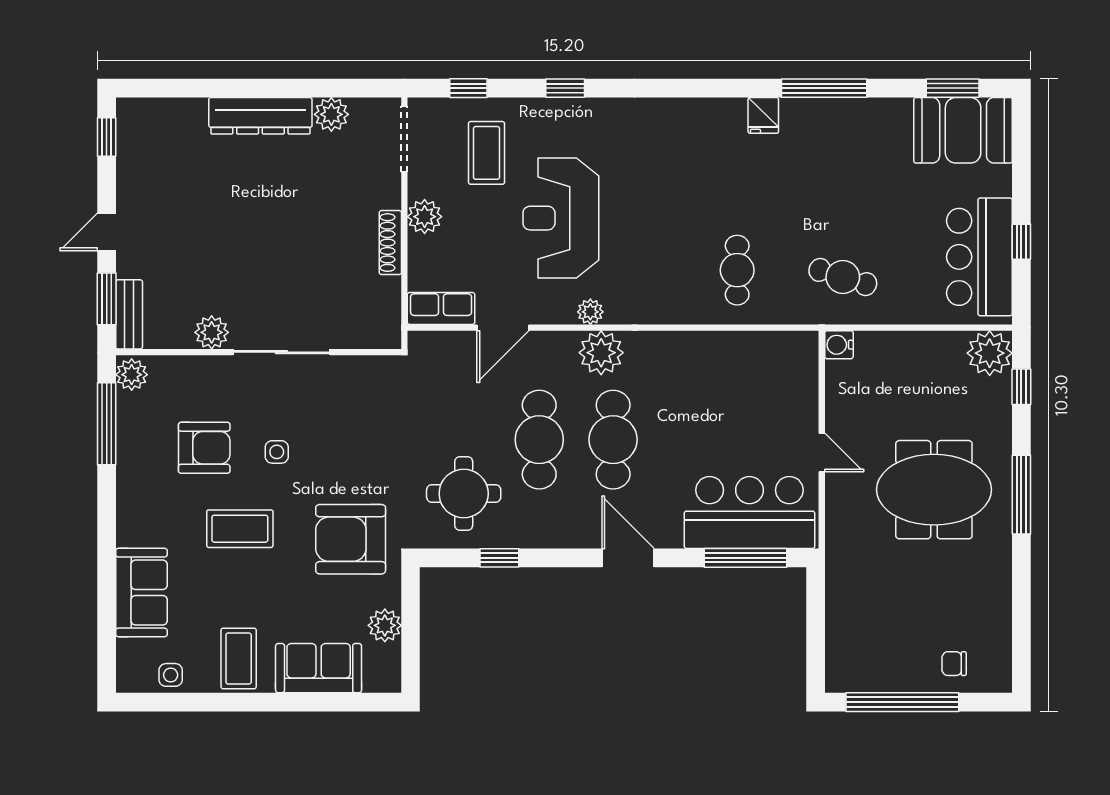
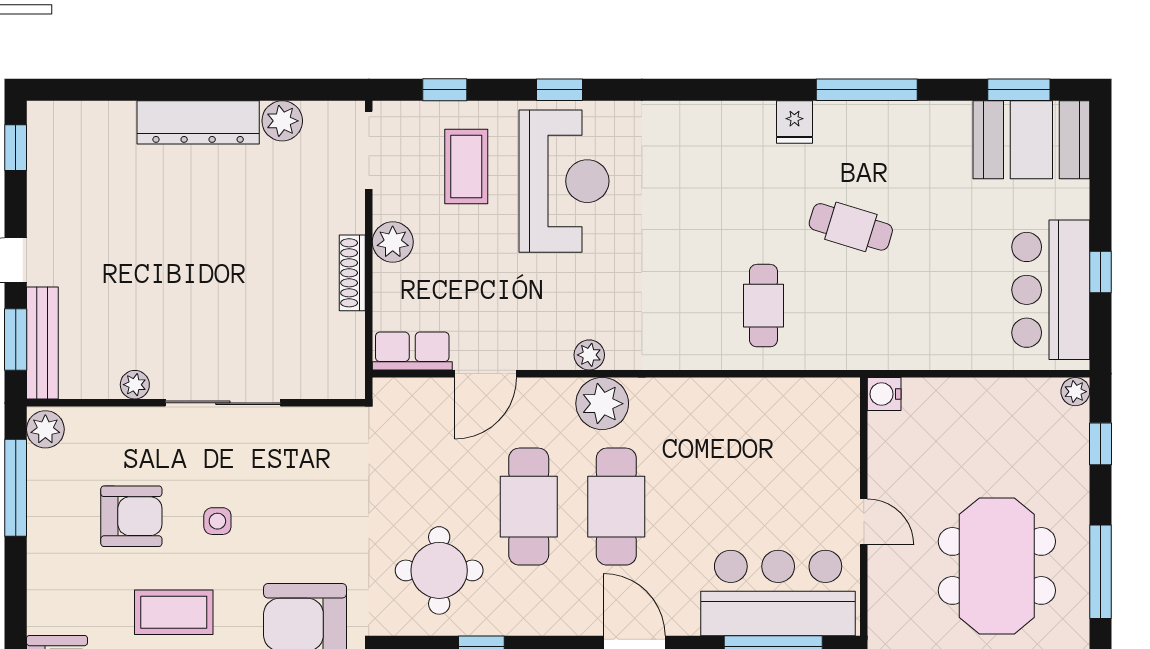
reception desk: (561, 218) -> (564, 181), moved, turned 180
cafe table: (843, 277) -> (851, 227), moved
bench: (129, 314) -> (42, 343), width x1.36
plant: (212, 332) -> (135, 385), width x0.73, depth x0.73
plant: (990, 353) -> (1075, 392), width x0.53, depth x0.53
meeting table: (934, 490) -> (997, 566), turned 90

